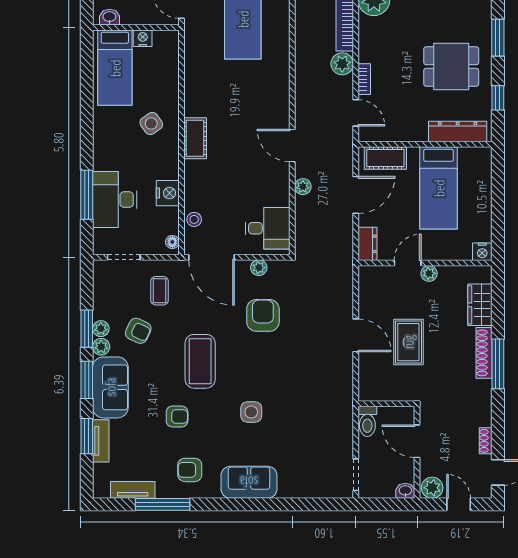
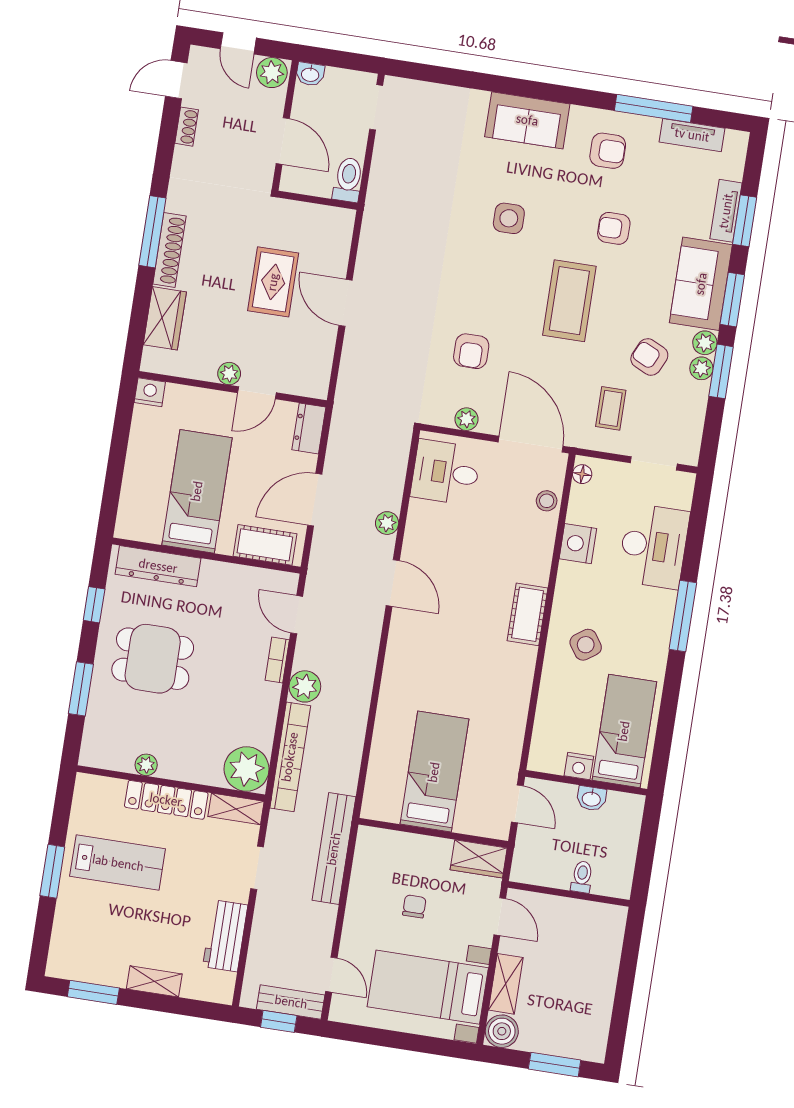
washbasin: (109, 17) -> (591, 799), moved
window: (87, 195) -> (683, 616), moved
armchair: (263, 315) -> (471, 351), width x0.72, depth x0.72

